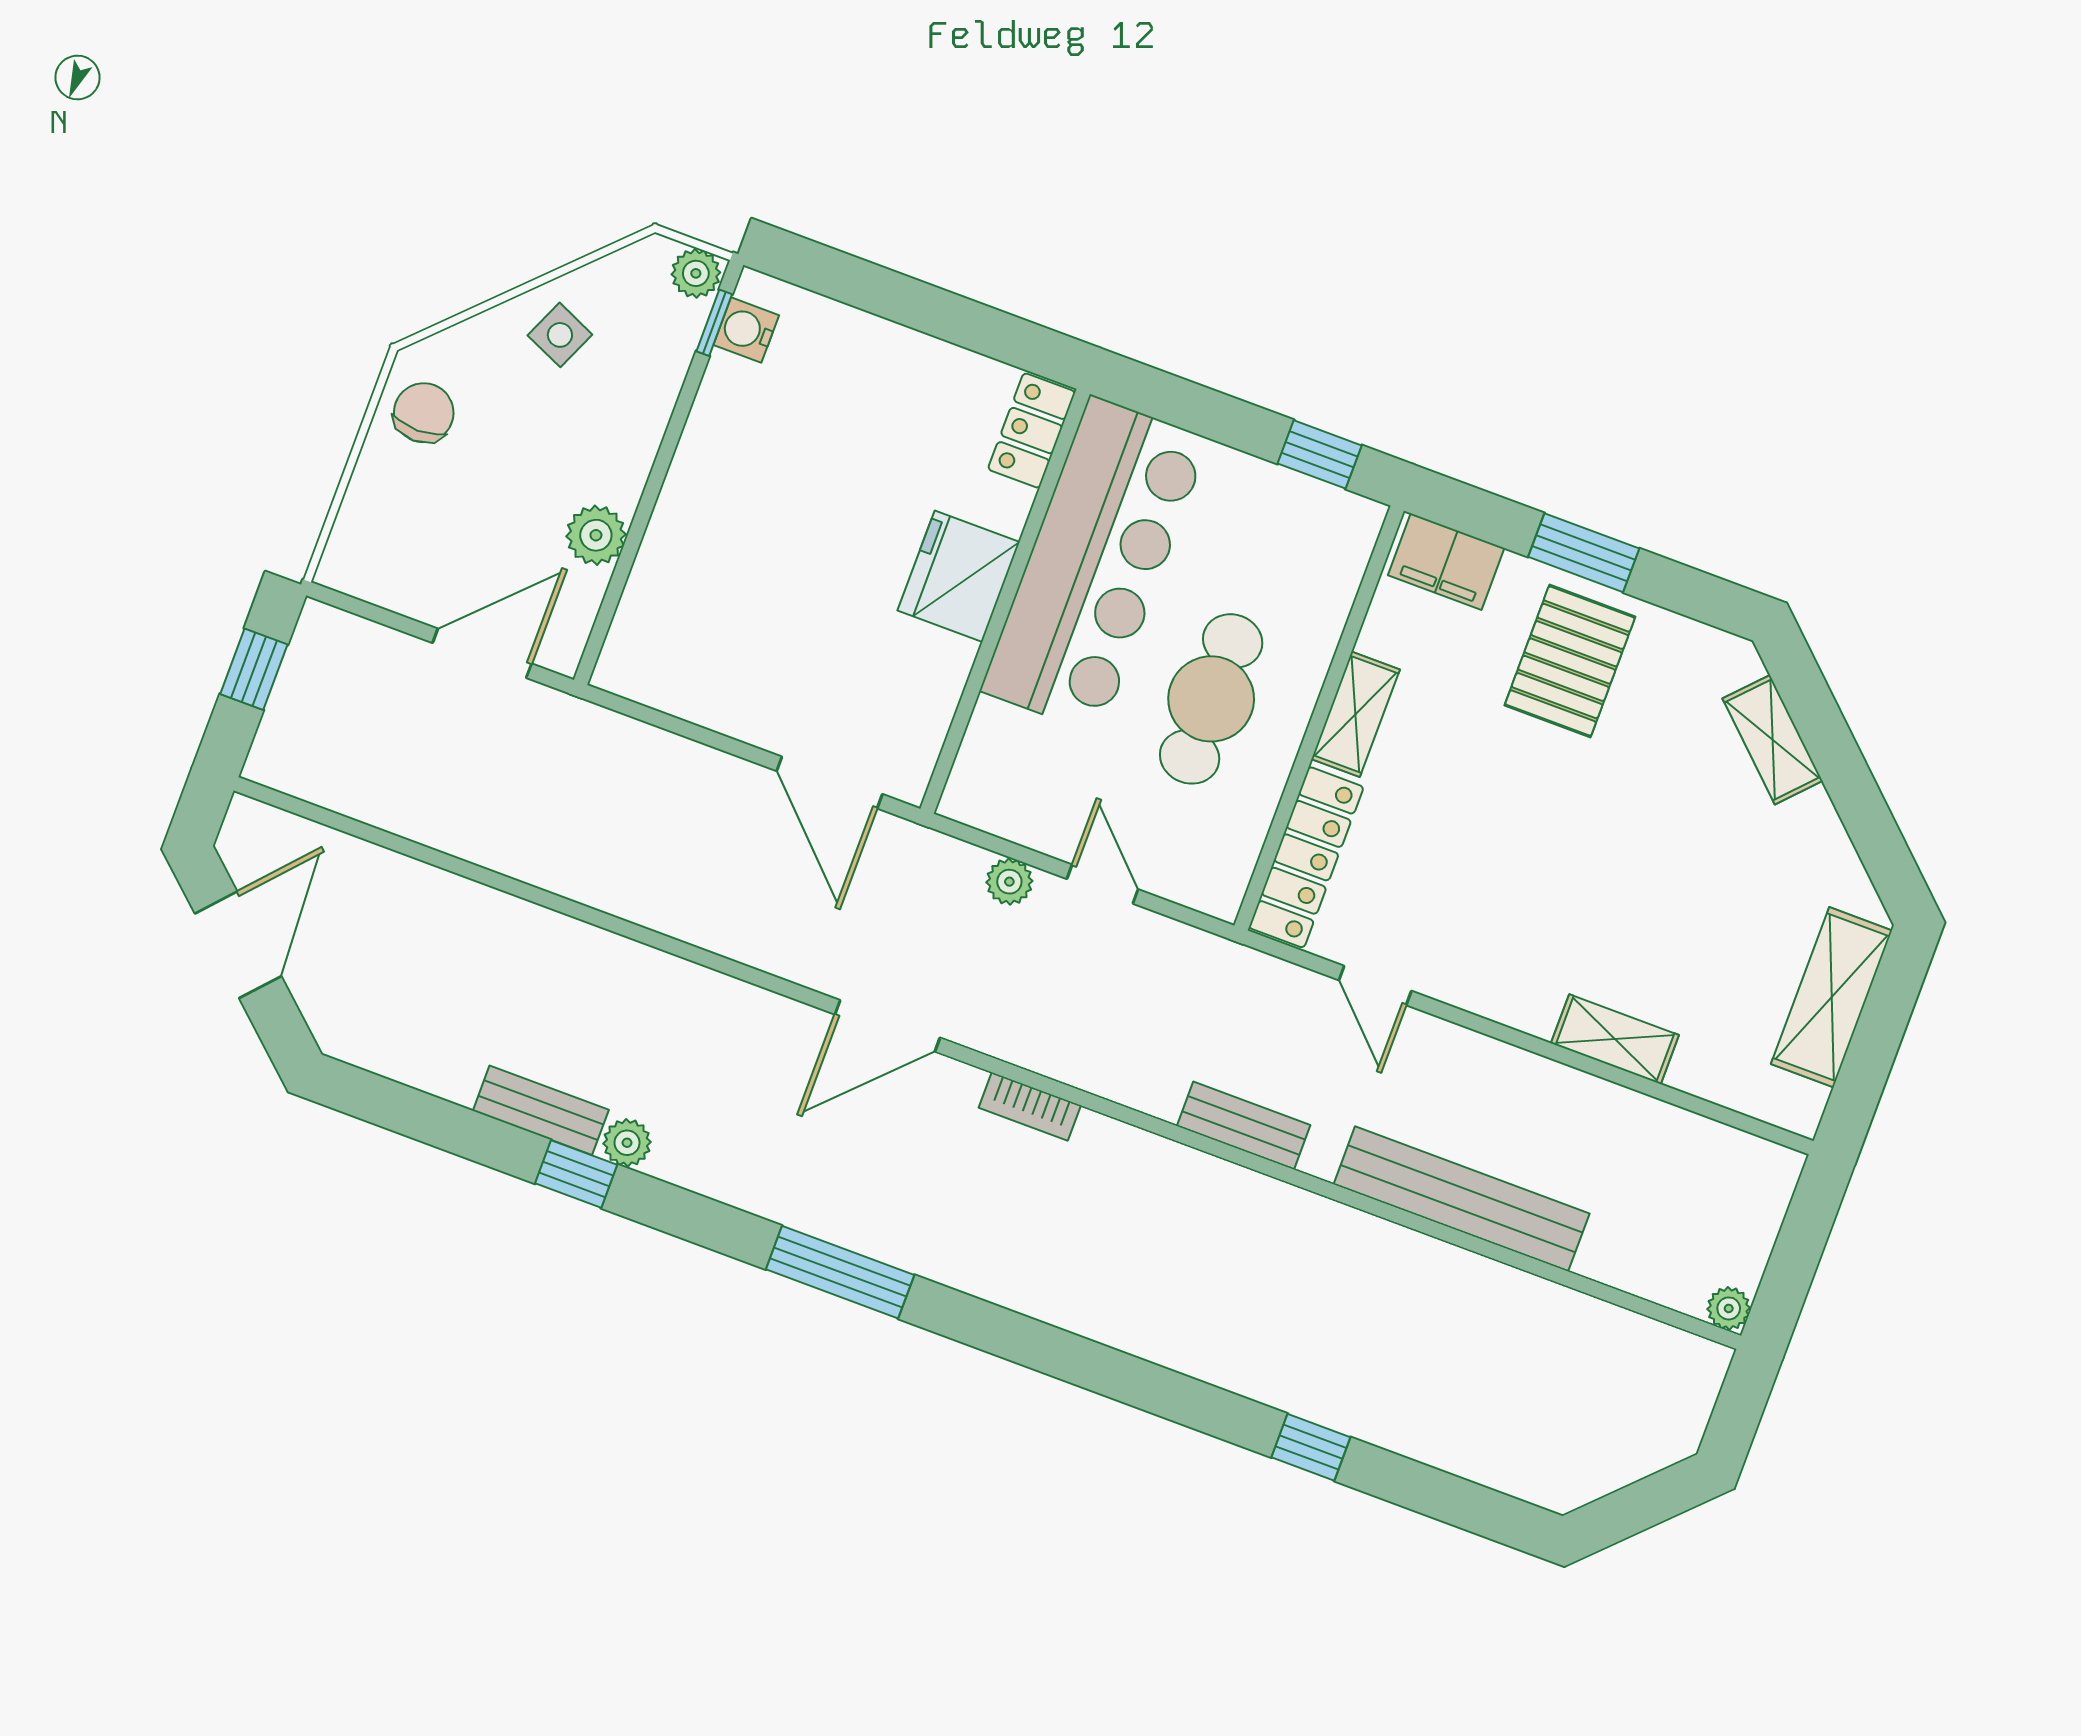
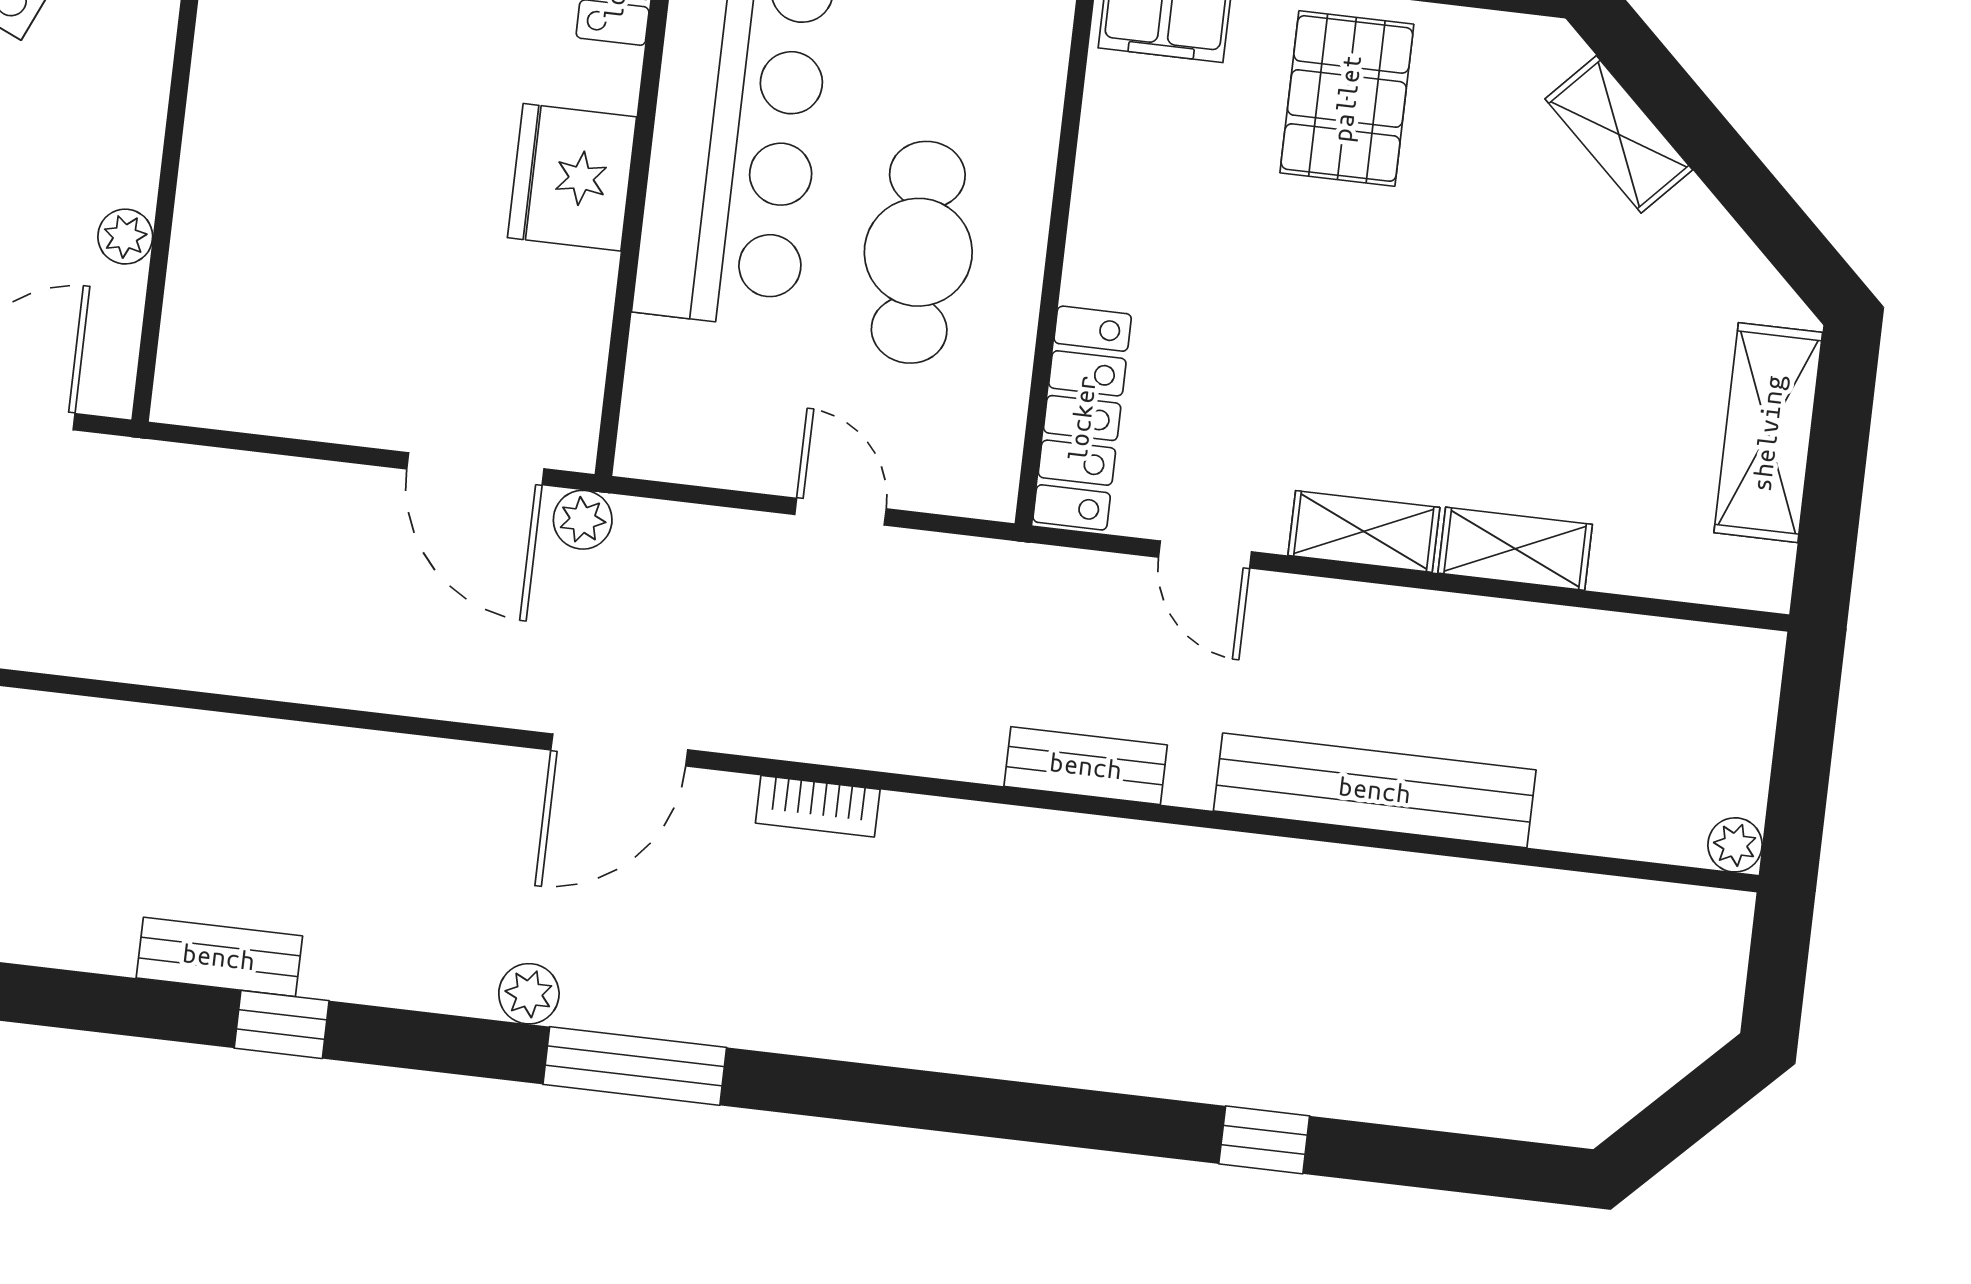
plant: (596, 535) -> (125, 237), width x0.73, depth x0.73
shelving: (1356, 714) -> (1364, 531), moved, turned 90
plant: (1009, 882) -> (583, 520), moved
plant: (627, 1143) -> (529, 994), moved

